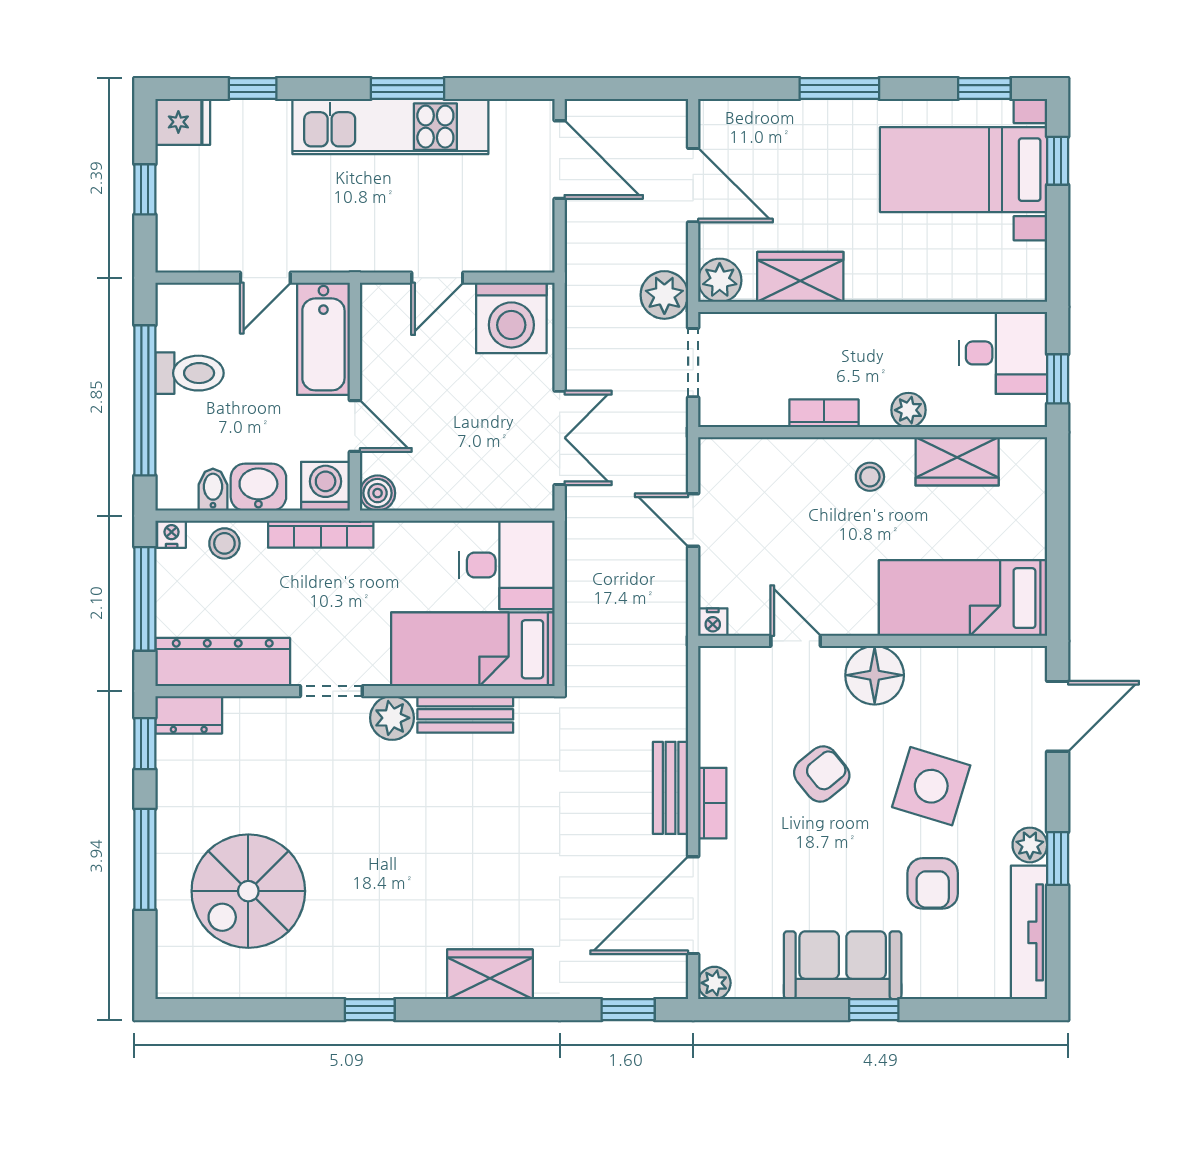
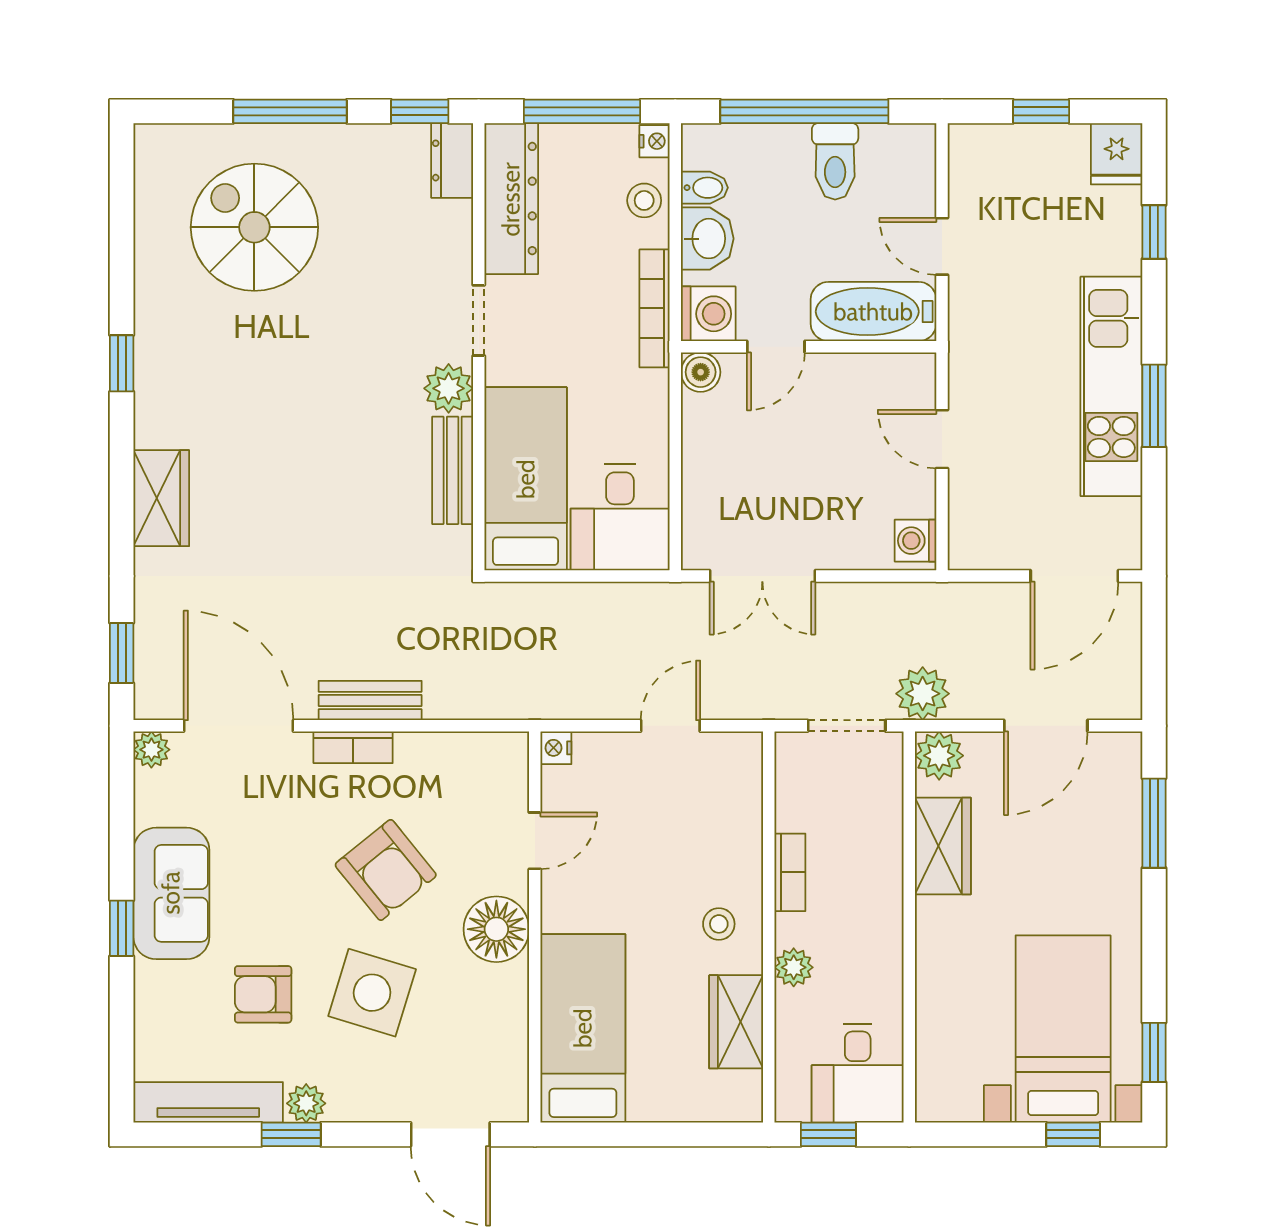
window: (839, 89) -> (1154, 823), moved
washing machine: (511, 318) -> (915, 541), width x0.53, depth x0.53
armchair: (822, 774) -> (386, 870), width x1.38, depth x1.38

